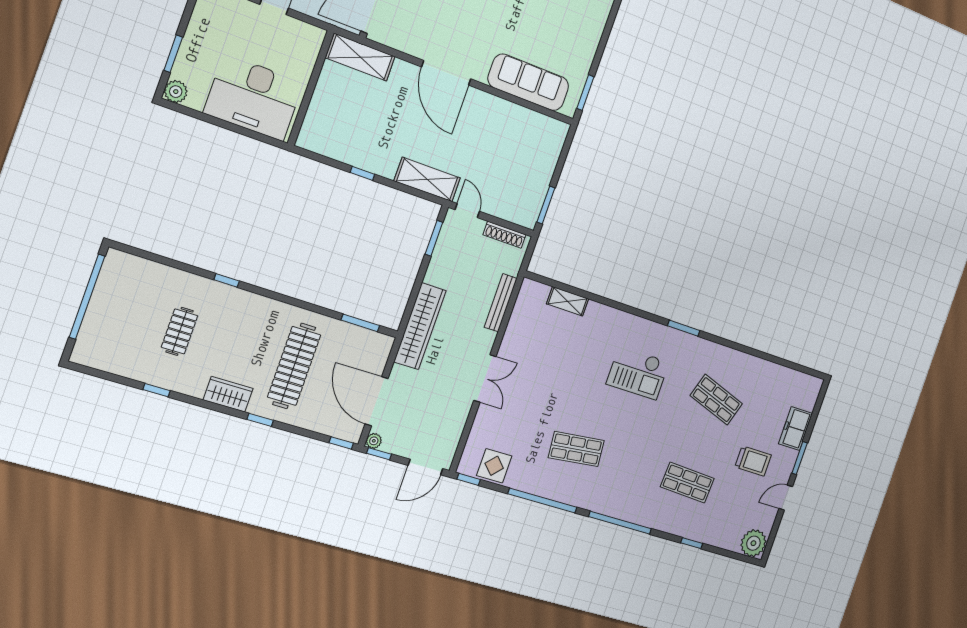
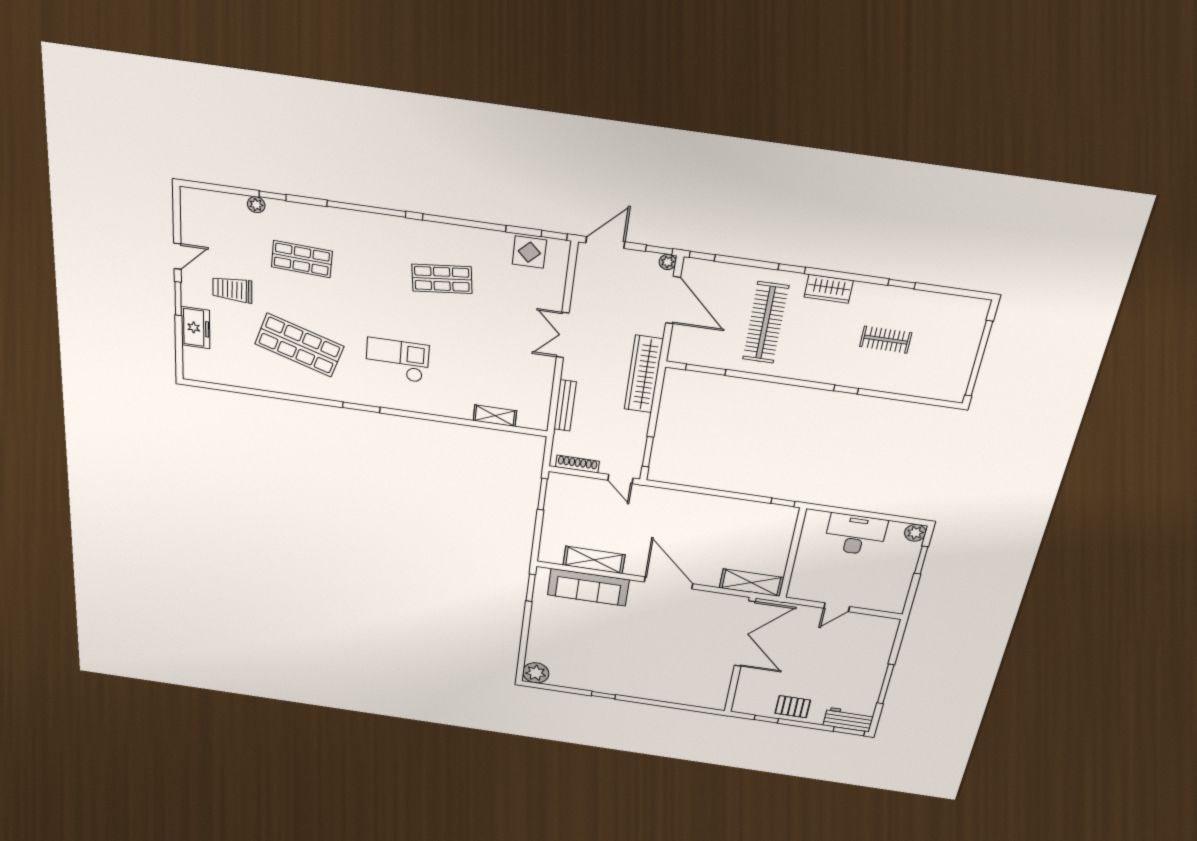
desk: (254, 98) -> (855, 535), width x0.73, depth x0.77
window: (362, 173) -> (783, 502), moved
shelving: (427, 179) -> (594, 560), moved
clothes rail: (180, 331) -> (886, 340), turned 90
shop shelf: (716, 400) -> (299, 345), width x1.43, depth x1.36
plant: (753, 543) -> (256, 205), moved, width x0.53, depth x0.53

